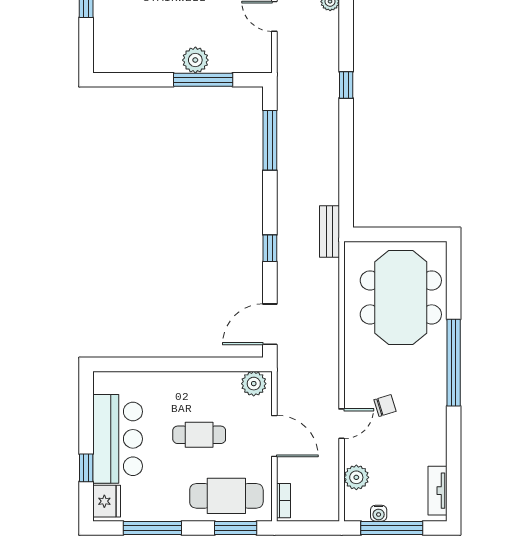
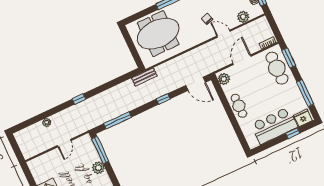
window: (203, 80) -> (100, 150), moved
cafe table: (199, 435) -> (239, 106), moved

